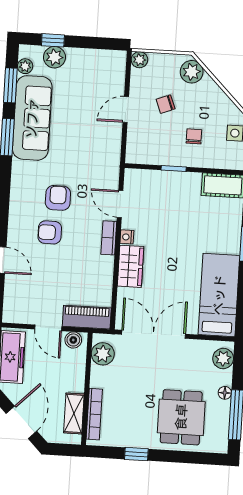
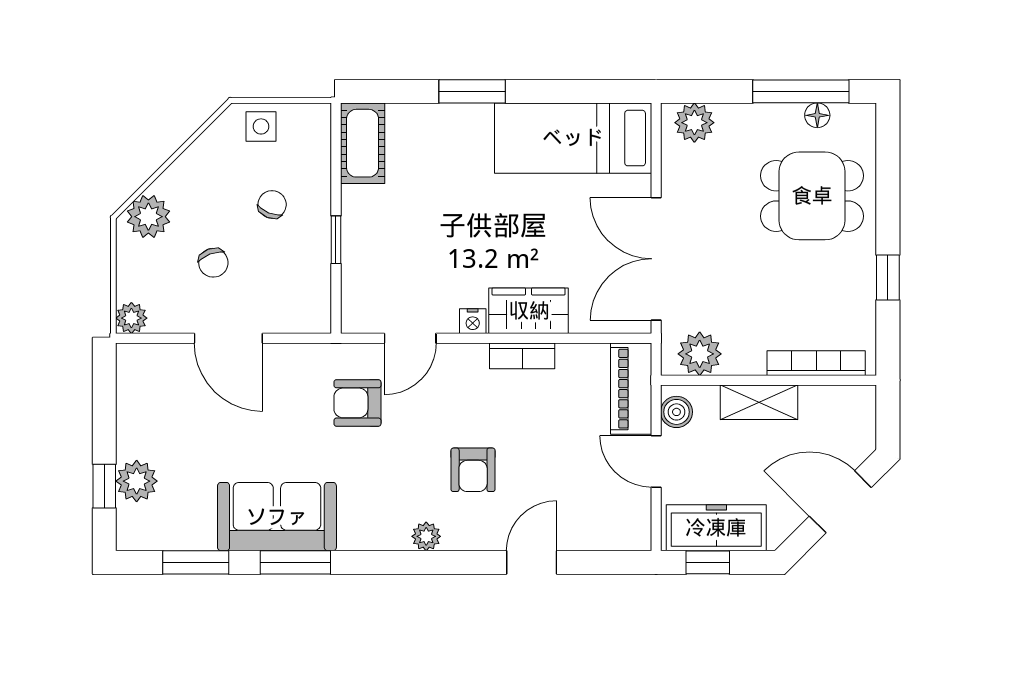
plant: (25, 66) -> (426, 536), moved
door: (126, 109) -> (228, 338), width x1.38
sofa: (32, 118) -> (277, 517), width x0.73
chair: (194, 136) -> (272, 205), turned 112
armchair: (58, 198) -> (357, 403), moved
bookcase: (109, 238) -> (522, 356), moved
door: (48, 328) -> (656, 461), swing flipped
floor lamp: (225, 393) -> (817, 115), moved
shelving: (74, 413) -> (759, 402), moved

